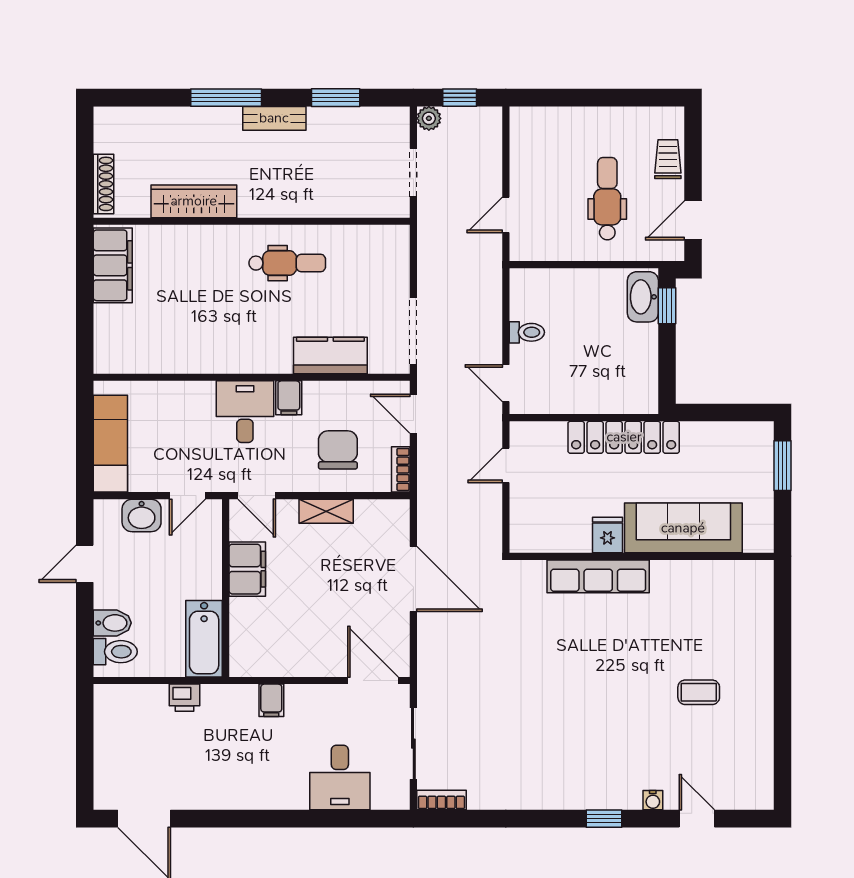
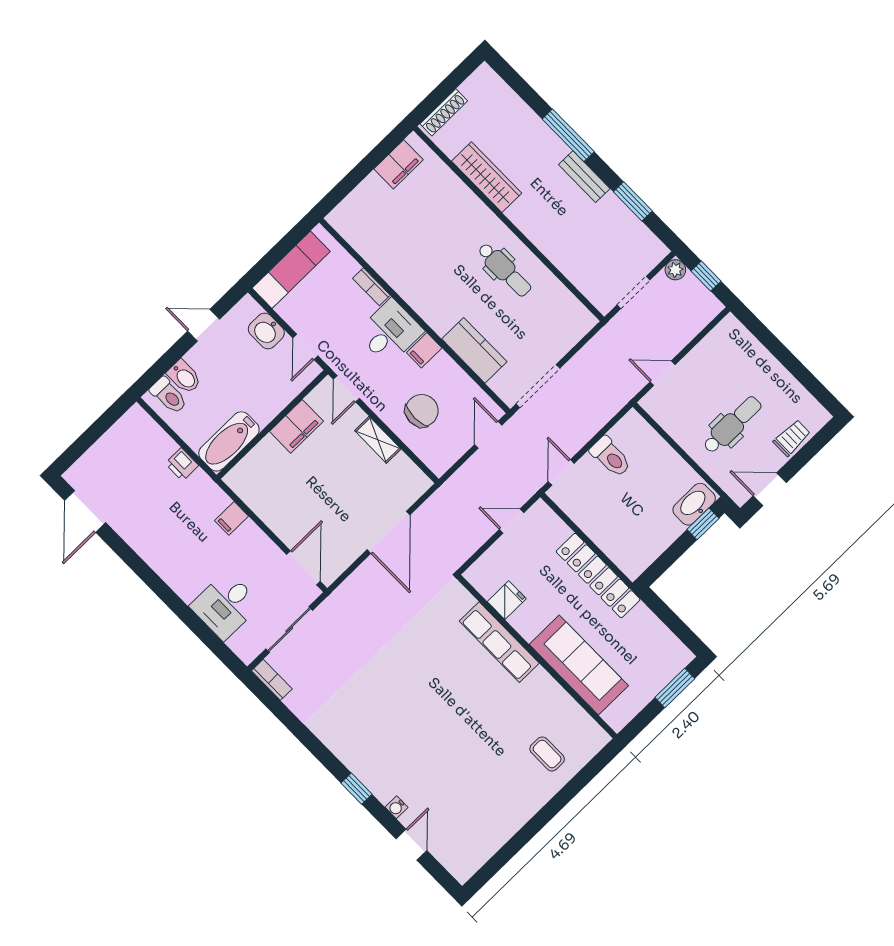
filing cabinet: (113, 265) -> (399, 164), width x0.67, depth x0.86
toilet: (527, 332) -> (611, 457), width x1.37, depth x1.39
bookcase: (401, 469) -> (371, 287), moved, turned -90
door: (187, 496) -> (305, 347), hinge flipped
fridge: (607, 535) -> (507, 600), moved
coffee table: (699, 692) -> (547, 754), moved

